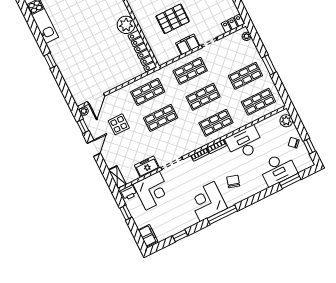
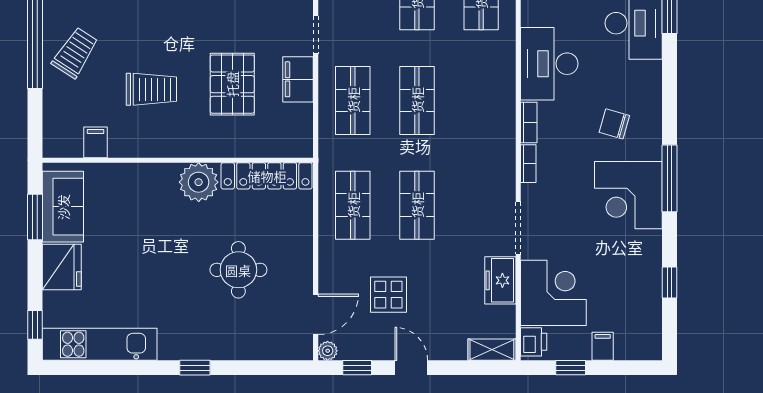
round table: (99, 59) -> (238, 270), added
door: (96, 99) -> (316, 314), hinge flipped
shop shelf: (216, 123) -> (481, 100), removed
filing cabinet: (148, 236) -> (603, 346), moved, width x0.50

